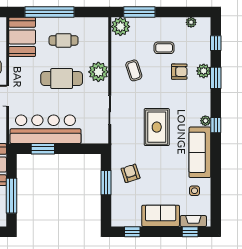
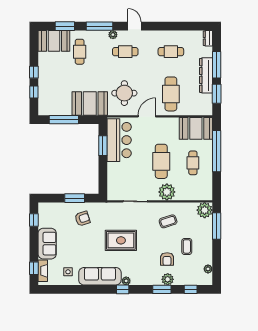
bar counter: (45, 129) -> (119, 140), width x0.73

